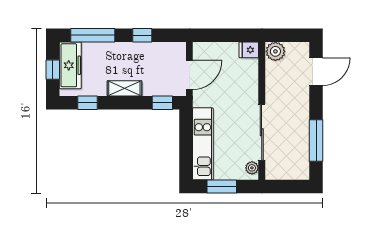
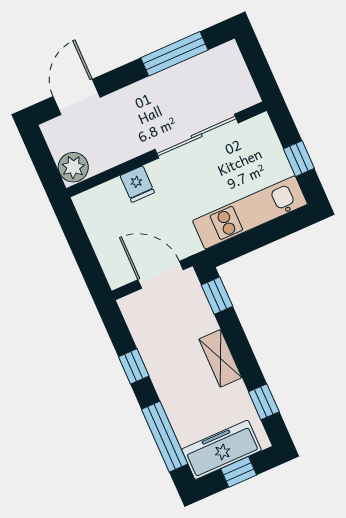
fridge: (249, 50) -> (137, 184), moved
door: (316, 72) -> (77, 97), hinge flipped
plant: (252, 168) -> (253, 128), removed
window: (222, 187) -> (299, 159), width x0.67

